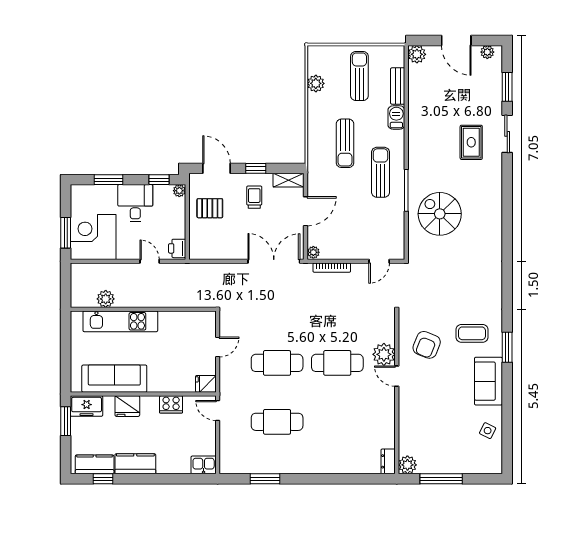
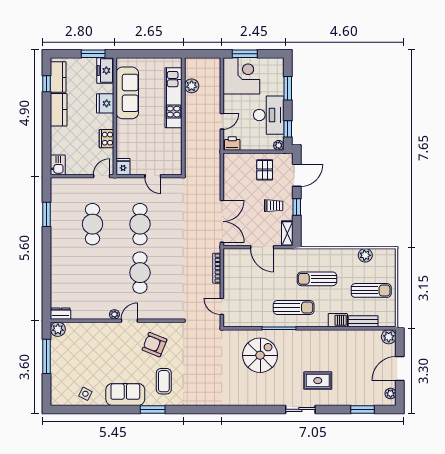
sliding door: (507, 134) -> (300, 409), moved
desk: (135, 203) -> (269, 115), width x1.37
plant: (313, 252) -> (229, 253), removed
plant: (384, 354) -> (114, 314), moved, width x0.53, depth x0.53

